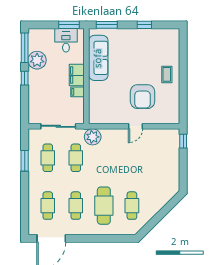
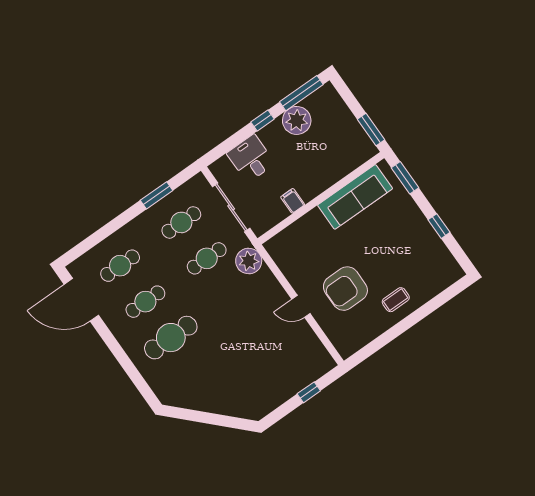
desk: (66, 40) -> (251, 158), moved, turned -90
filing cabinet: (77, 75) -> (314, 185), removed
window: (183, 141) -> (309, 392), moved
cafe table: (132, 206) -> (196, 373), removed

